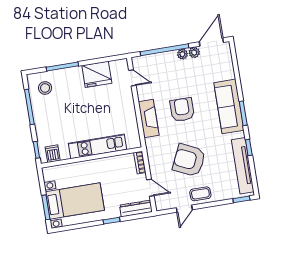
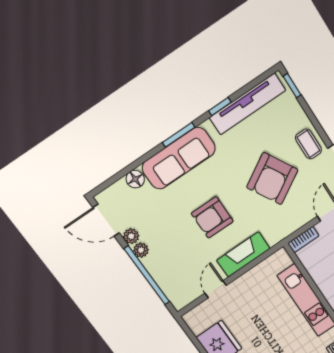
floor lamp: (228, 73) -> (135, 179), added
door: (132, 78) -> (216, 289), moved
armchair: (189, 160) -> (272, 179), turned 35

